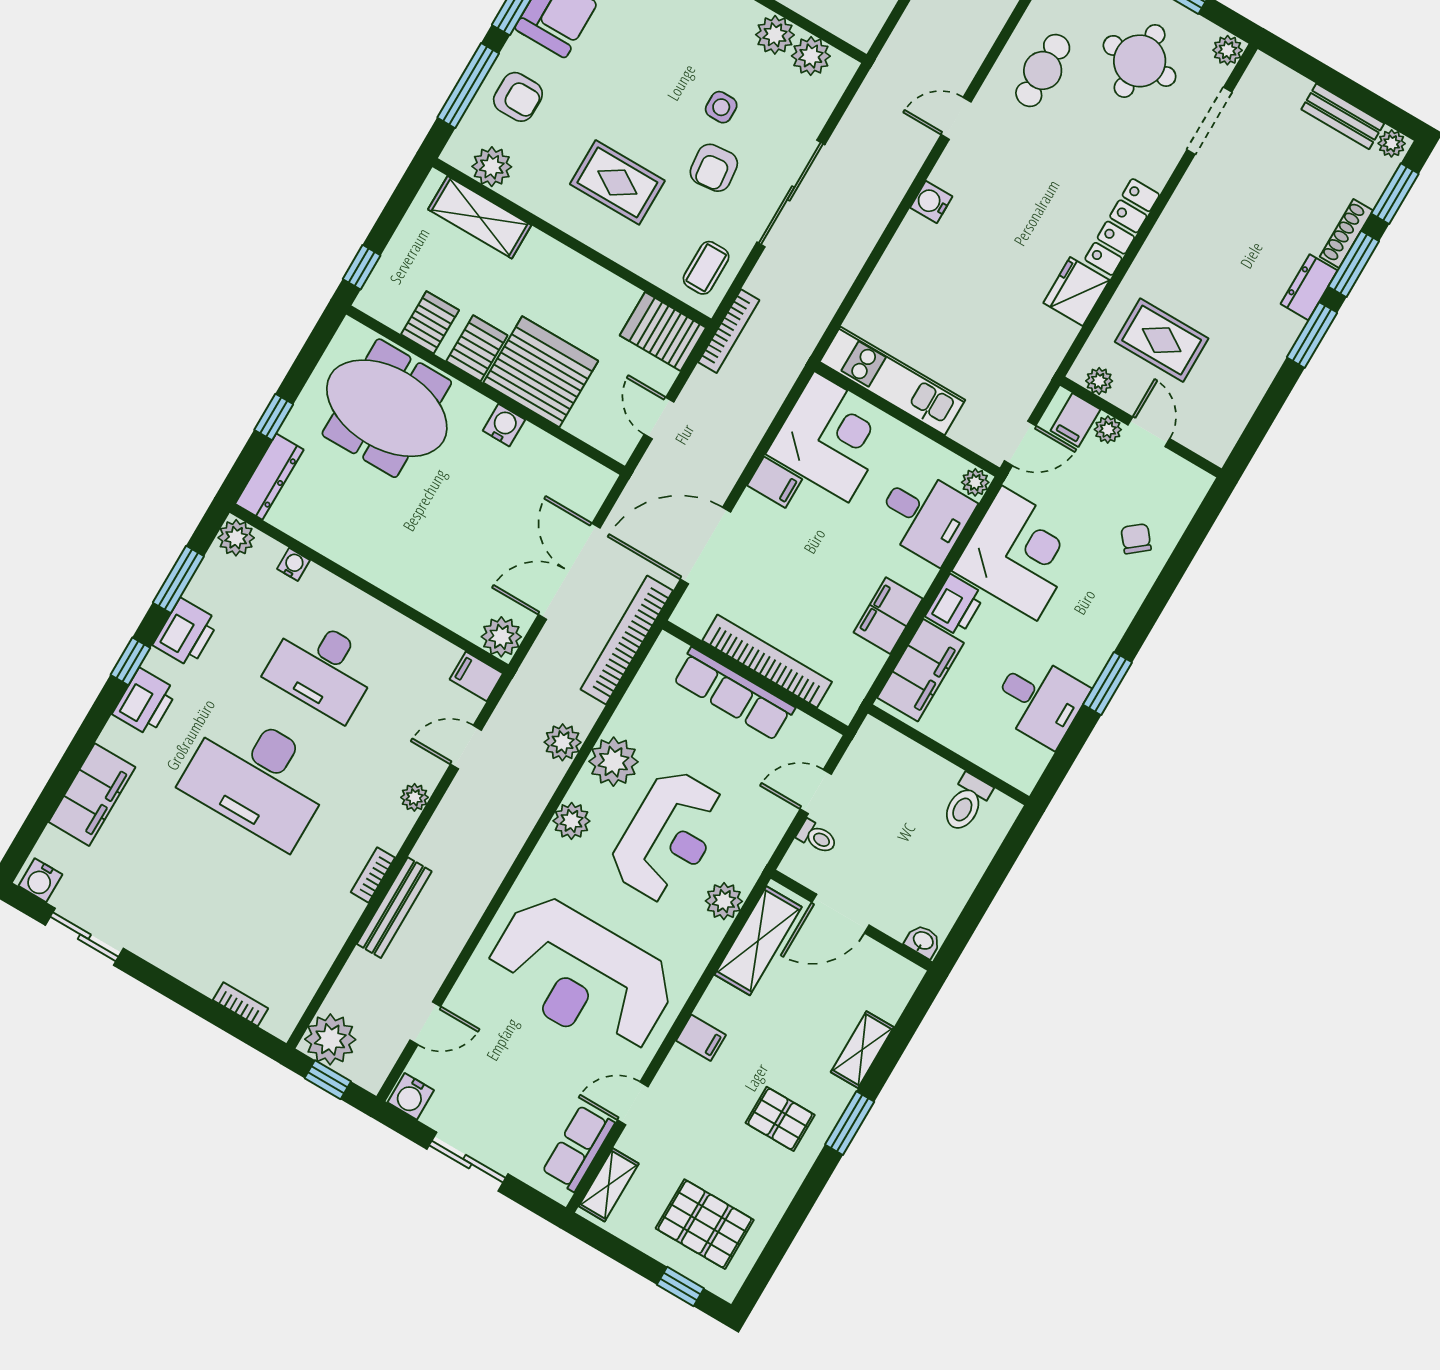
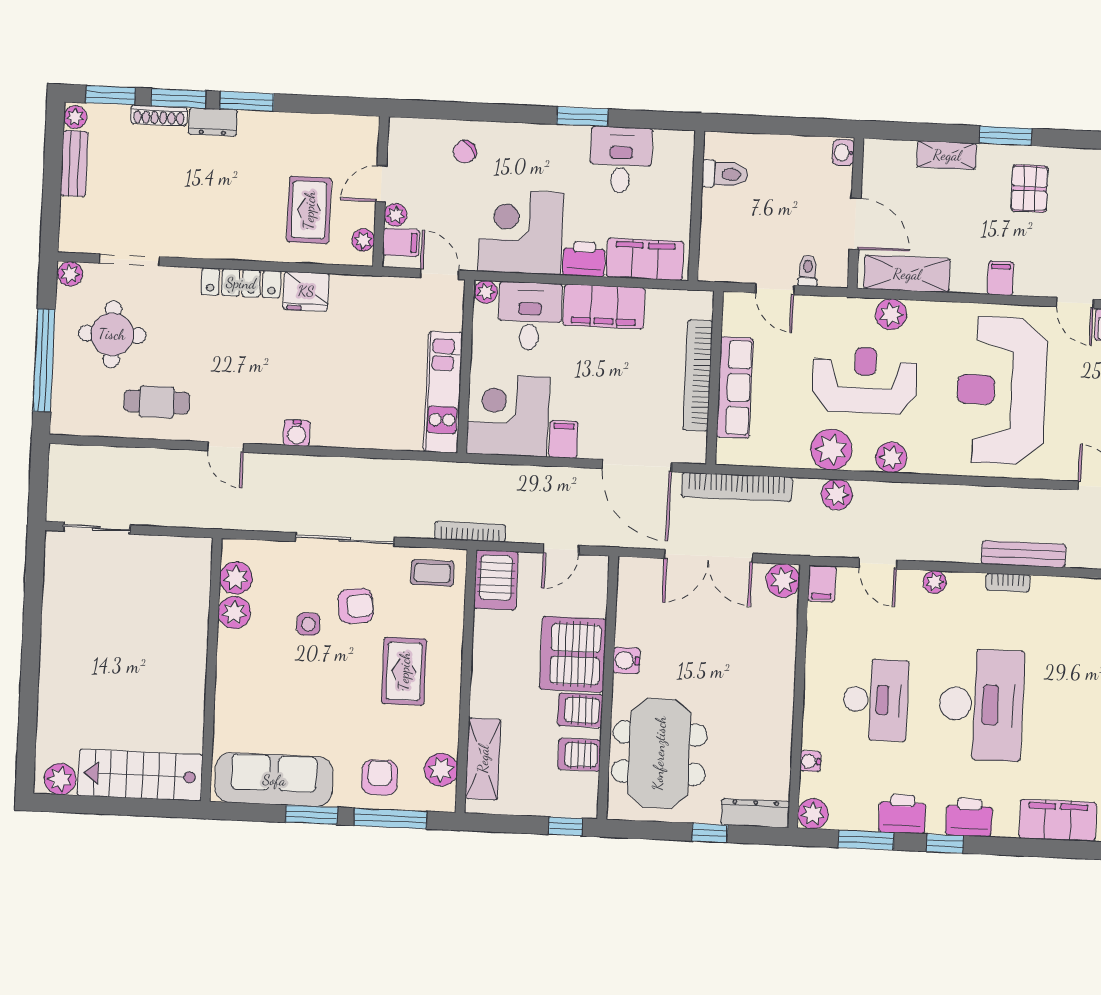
filing cabinet: (888, 616) -> (604, 307), width x1.50, depth x1.17
reception desk: (581, 976) -> (1001, 390), turned 180

